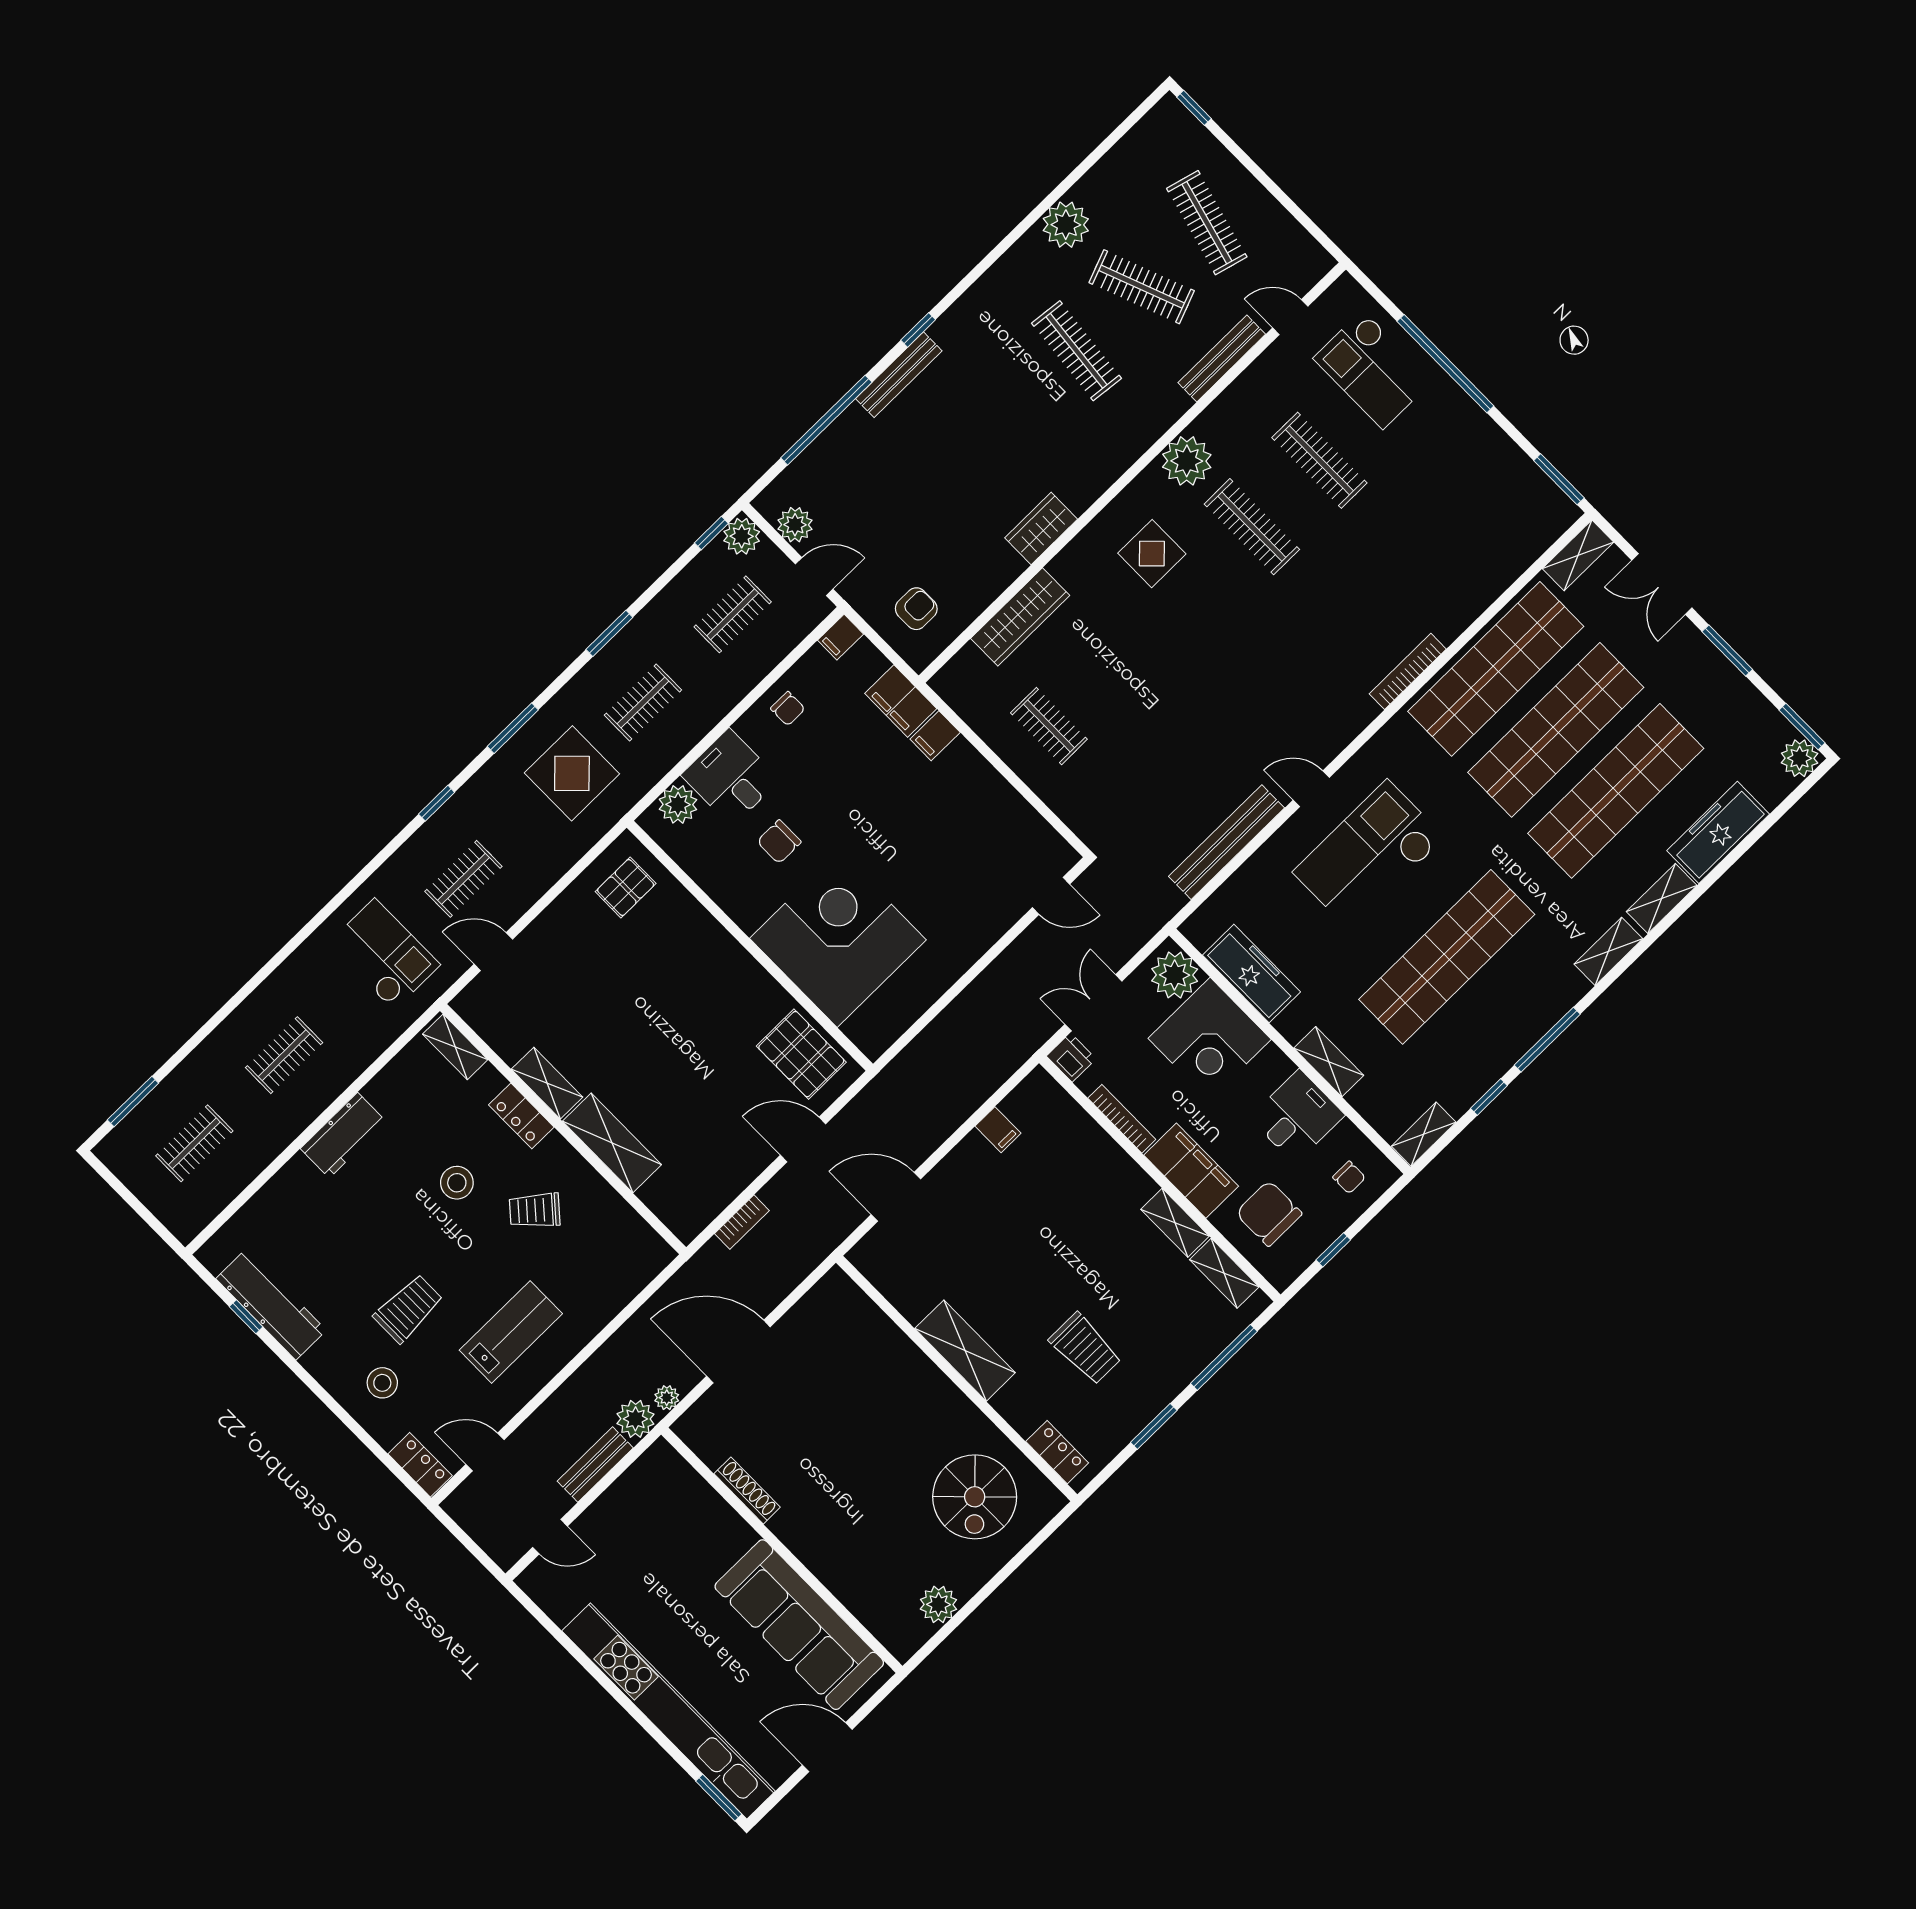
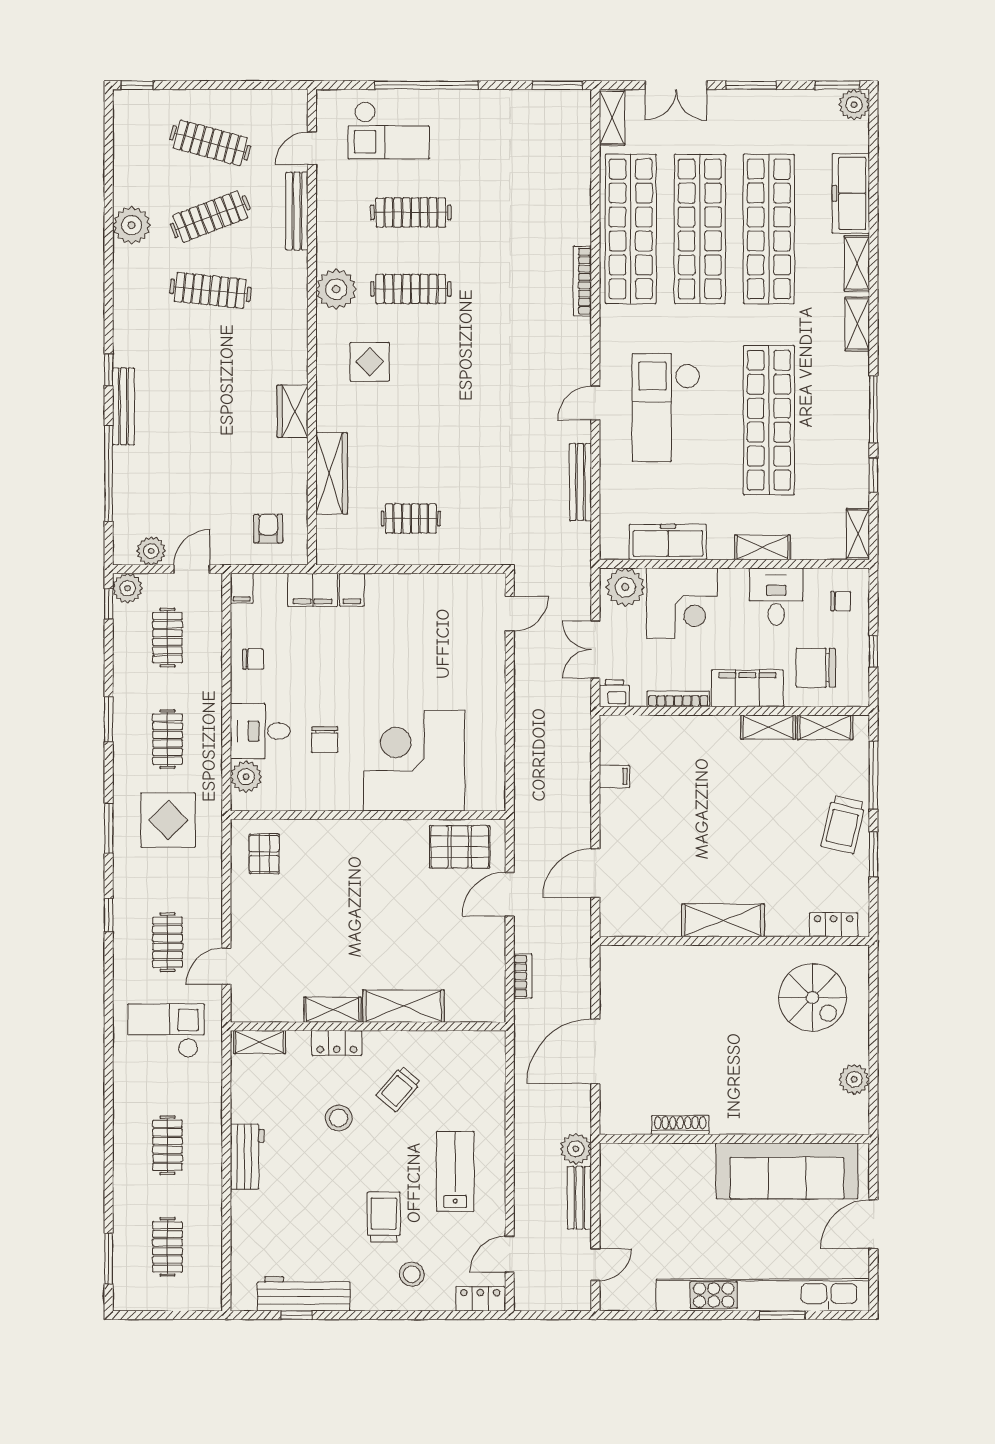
bench: (1226, 842) -> (580, 482), width x0.73, depth x0.82
trolley: (1085, 1349) -> (843, 825), moved, turned 103
plant: (667, 1398) -> (581, 1119), removed
window: (719, 1798) -> (782, 1315), moved

